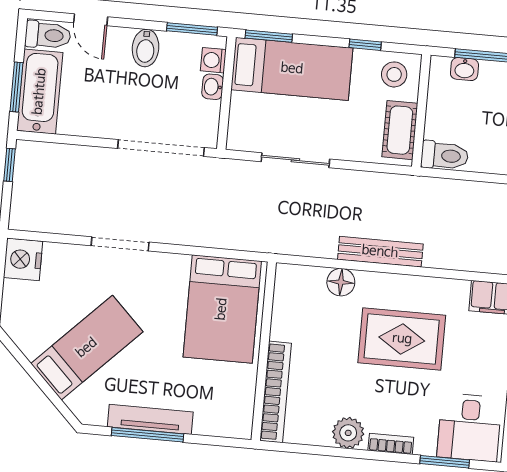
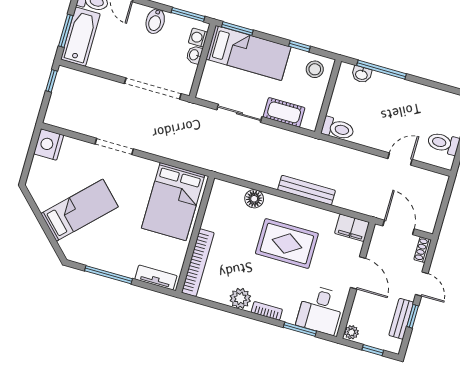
cot: (400, 130) -> (284, 112), moved, turned 90
bench: (380, 252) -> (307, 190), moved
tv unit: (150, 419) -> (156, 277), moved, width x0.71

